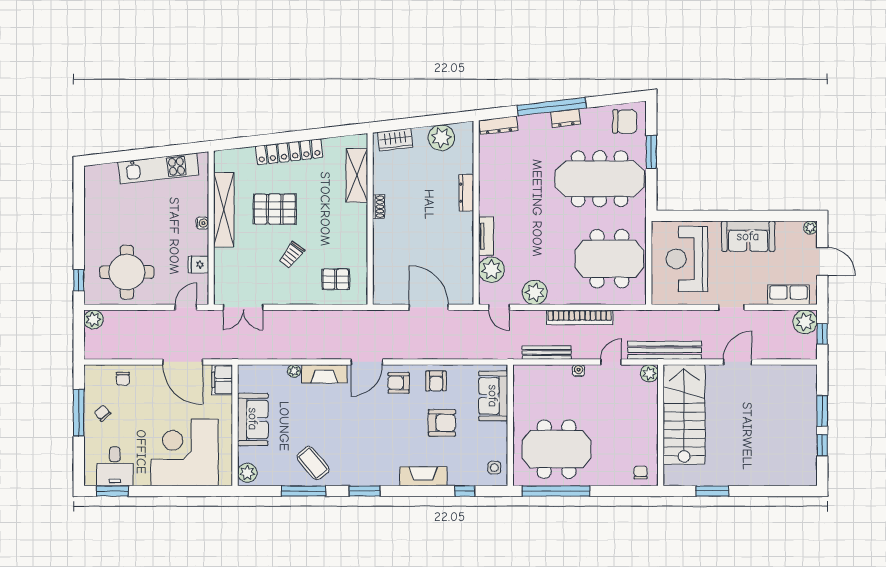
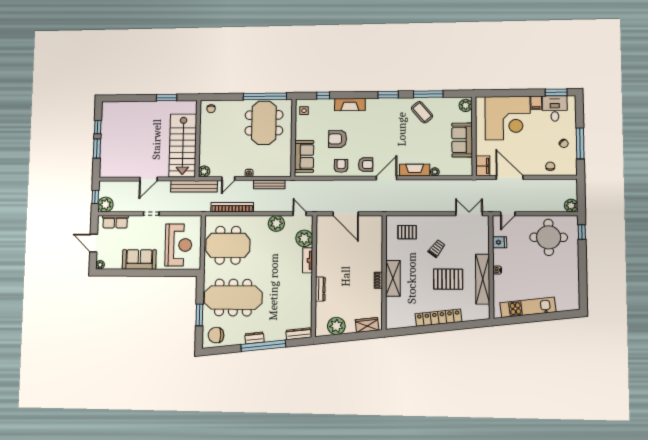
shelving: (357, 175) -> (393, 278), moved
bookcase: (580, 317) -> (232, 207), moved
meeting table: (557, 449) -> (264, 123), turned 90
filing cabinet: (142, 476) -> (536, 103), added

